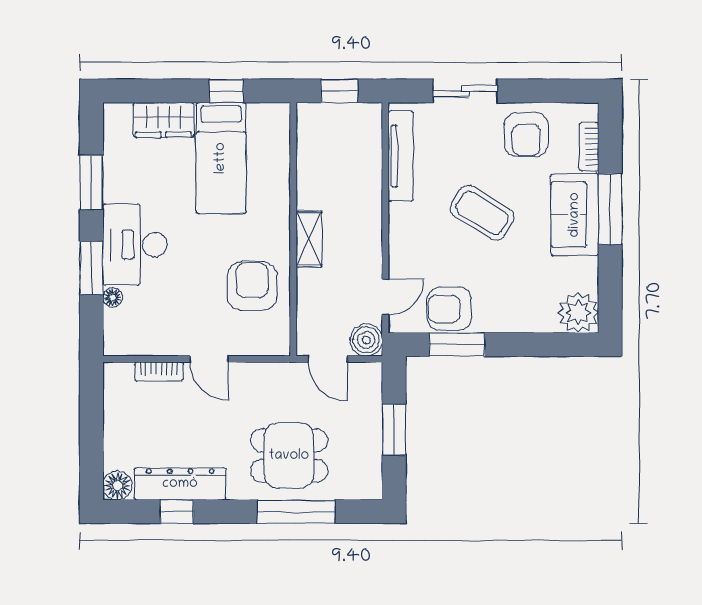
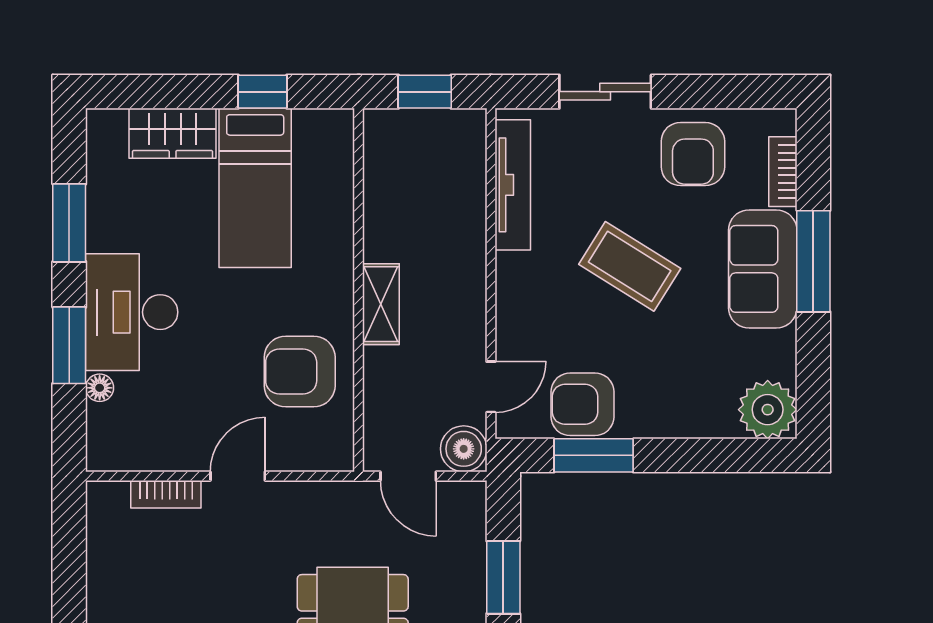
armchair: (252, 286) -> (300, 372), turned -90
door: (209, 359) -> (238, 476), swing flipped

